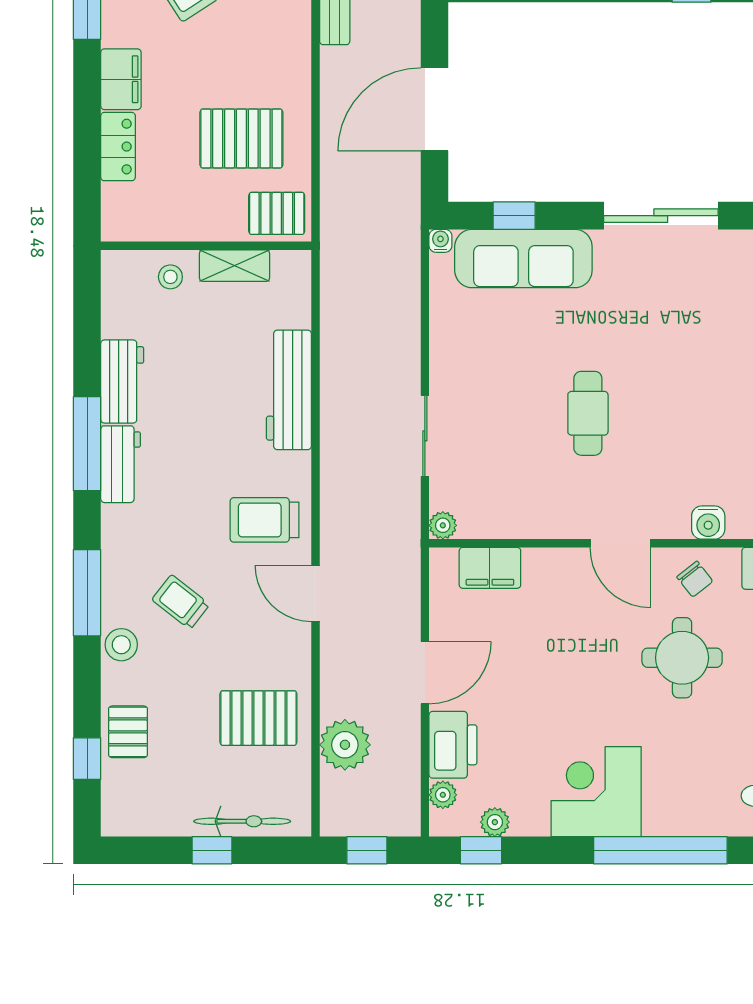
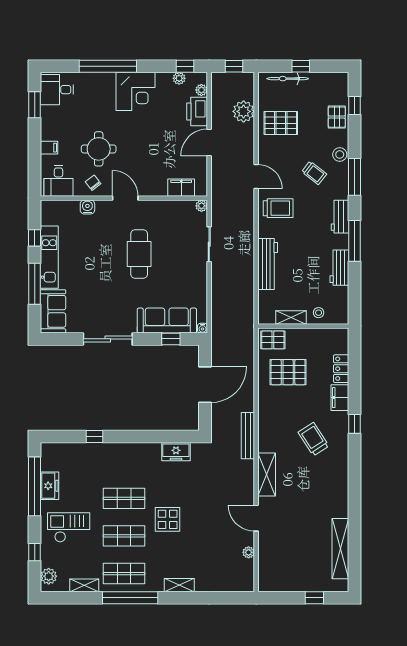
cafe table: (588, 413) -> (139, 254), width x1.37, depth x1.35
workbench: (121, 464) -> (340, 217), moved

